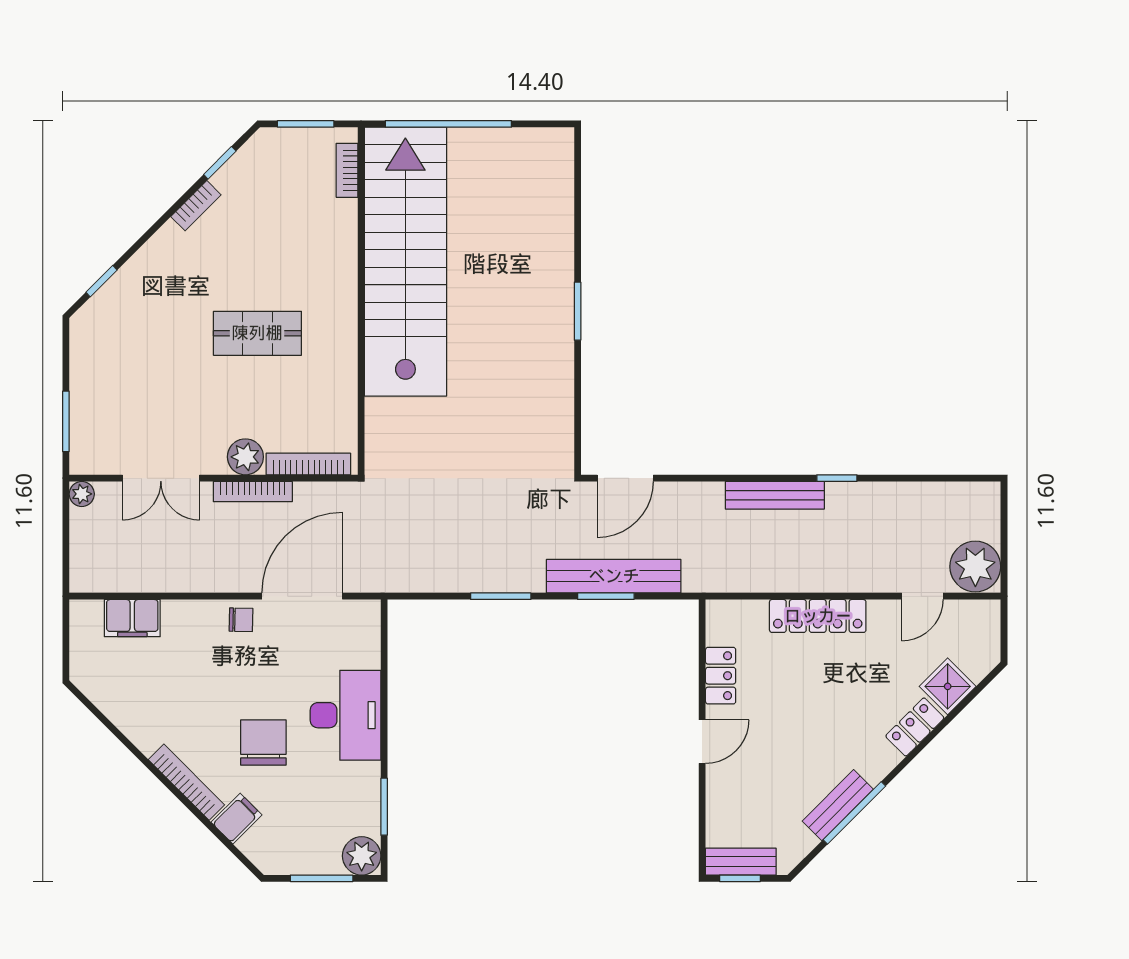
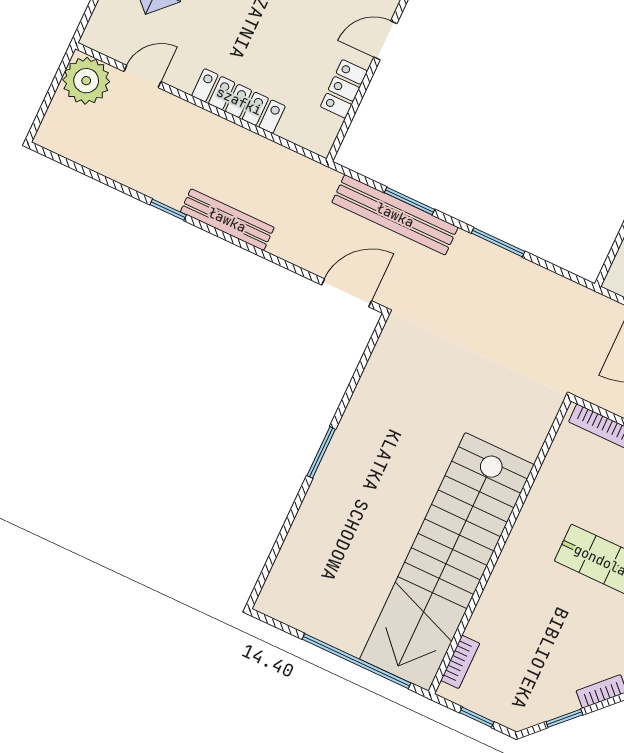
window: (306, 124) -> (477, 717), width x0.67

